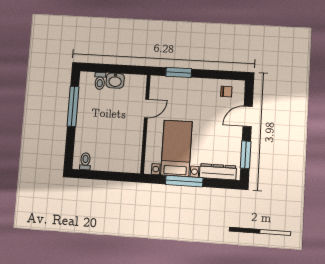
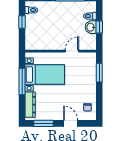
window: (116, 69) -> (99, 27), added
door: (146, 108) -> (72, 51), swing flipped
window: (101, 175) -> (22, 22), added

